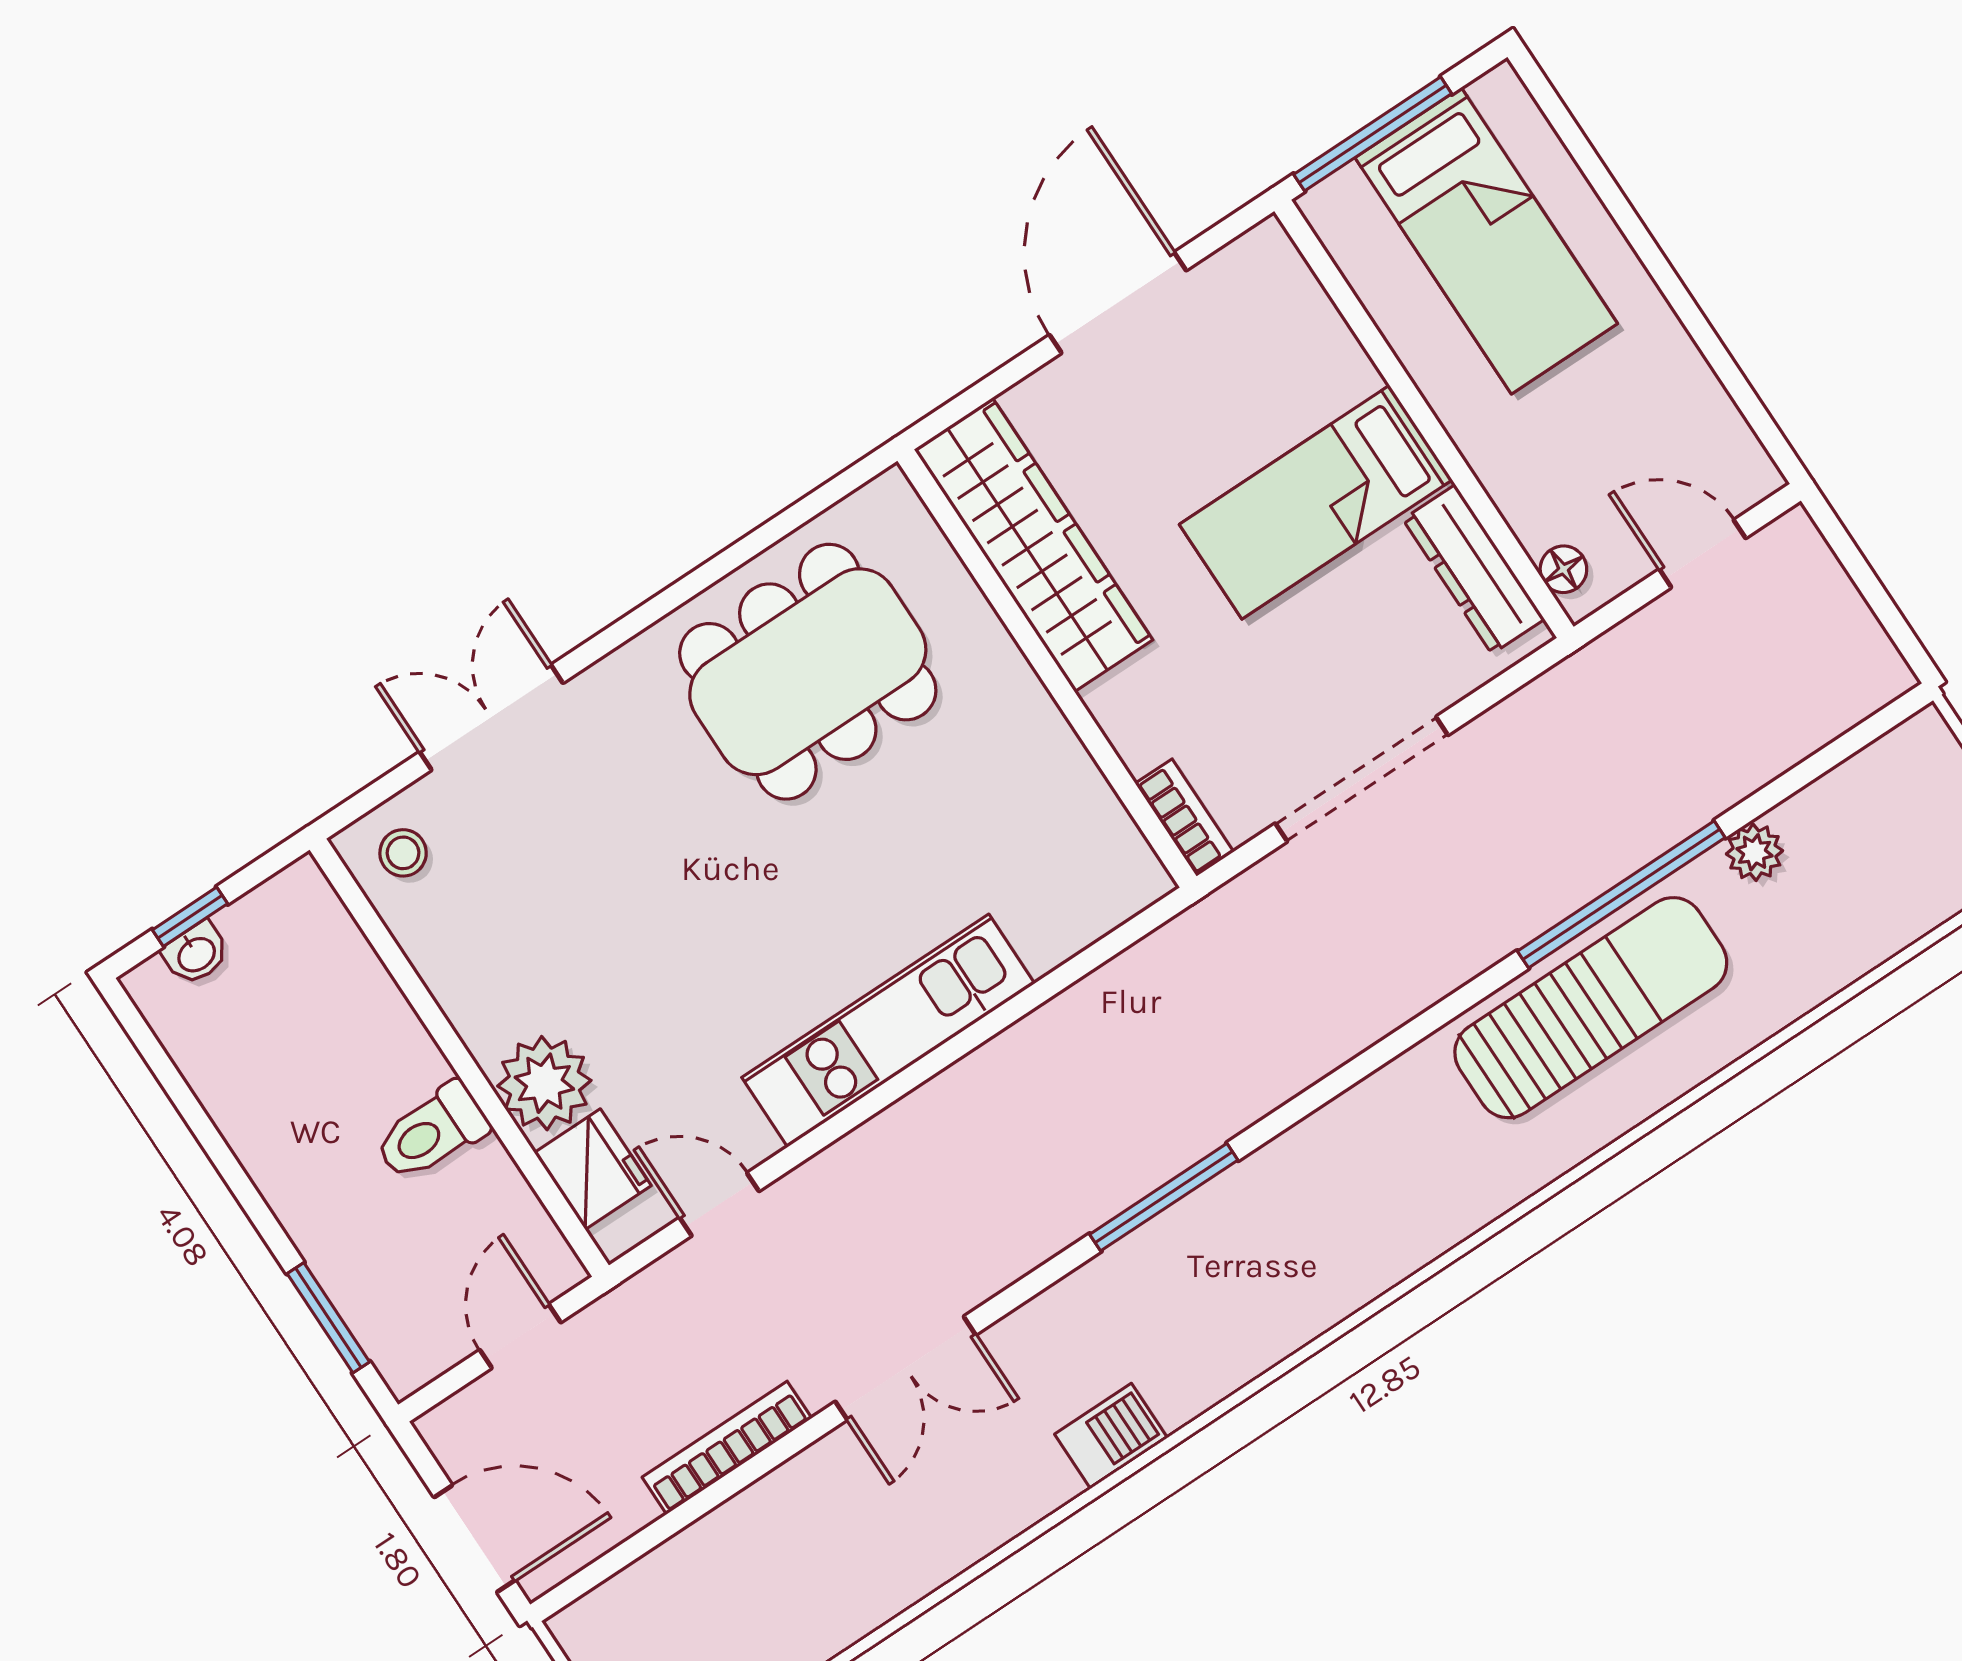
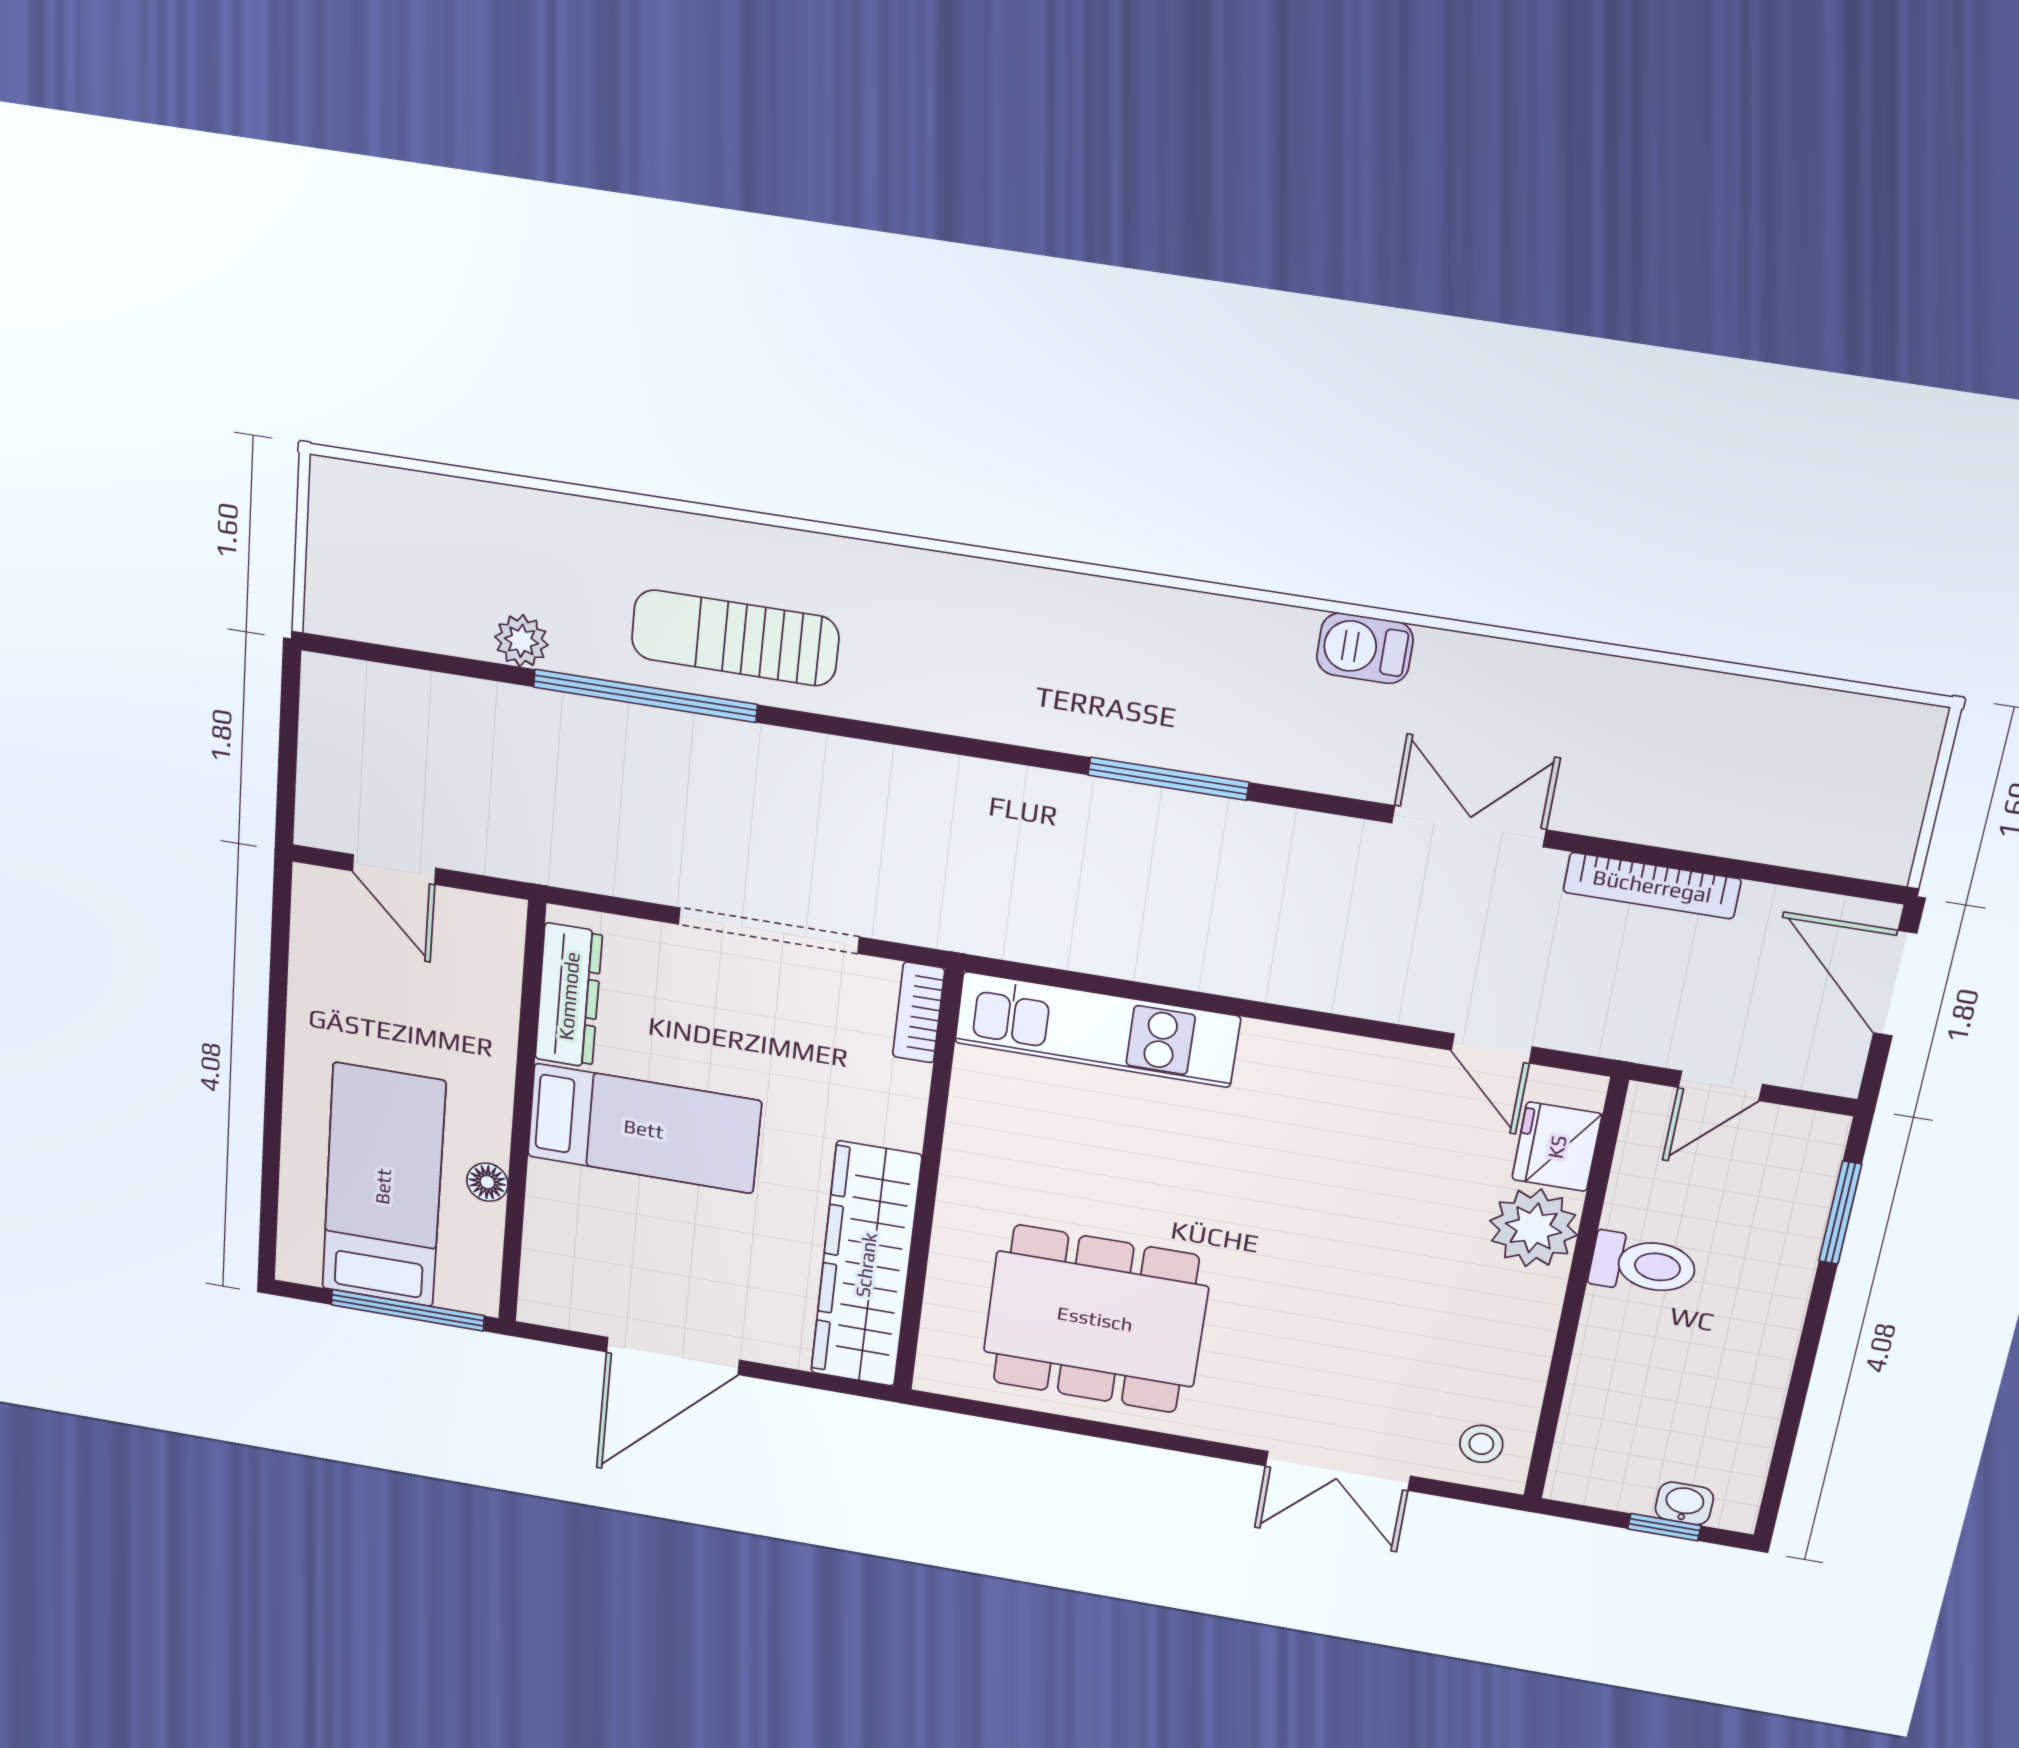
floor lamp: (1563, 569) -> (487, 1182), moved
sun lounger: (1591, 1008) -> (735, 638), width x0.73, depth x0.75
kitchen unit: (888, 1031) -> (1097, 1030), moved

